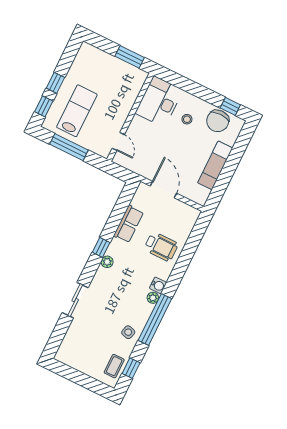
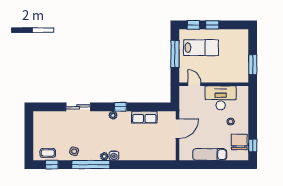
desk: (159, 102) -> (221, 98), moved
chair: (218, 121) -> (239, 142), turned 90
door: (118, 141) -> (194, 84), swing flipped
wheelchair: (161, 247) -> (140, 145), removed

